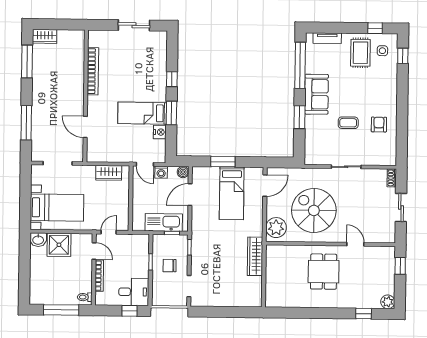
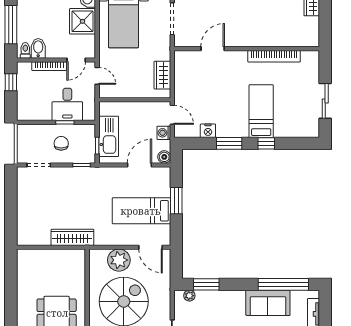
sofa: (316, 94) -> (268, 303), moved
bed: (142, 113) -> (261, 111), moved
window: (299, 117) -> (206, 284), moved
plant: (309, 151) -> (189, 296), added
door: (145, 164) -> (172, 115), swing flipped
door: (190, 195) -> (139, 165), hinge flipped
plant: (276, 228) -> (119, 260), moved
bidet: (83, 285) -> (38, 48), added
desk: (134, 292) -> (67, 104), moved
window: (129, 311) -> (11, 82), moved

